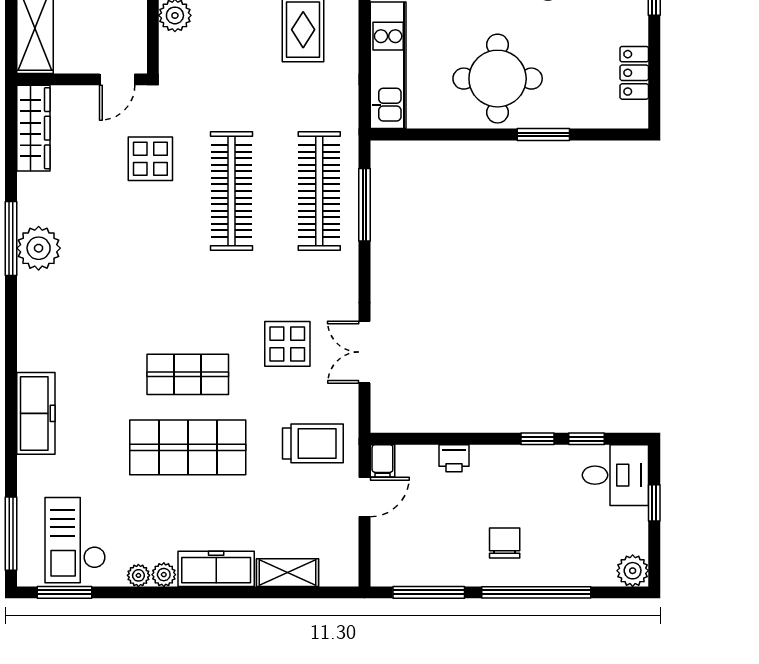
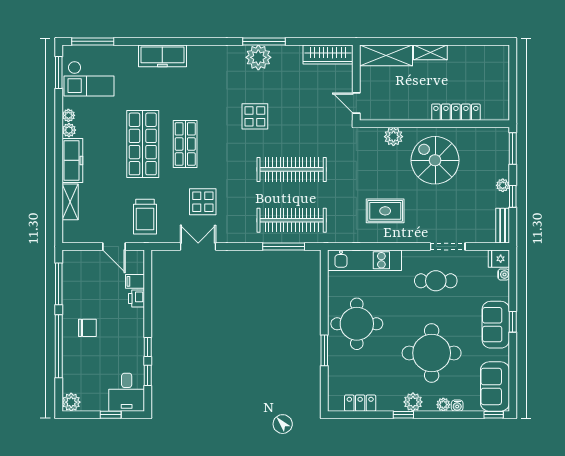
display table: (150, 159) -> (255, 116), moved
filing cabinet: (382, 461) -> (135, 281), moved
checkout: (75, 540) -> (89, 79), turned 180

